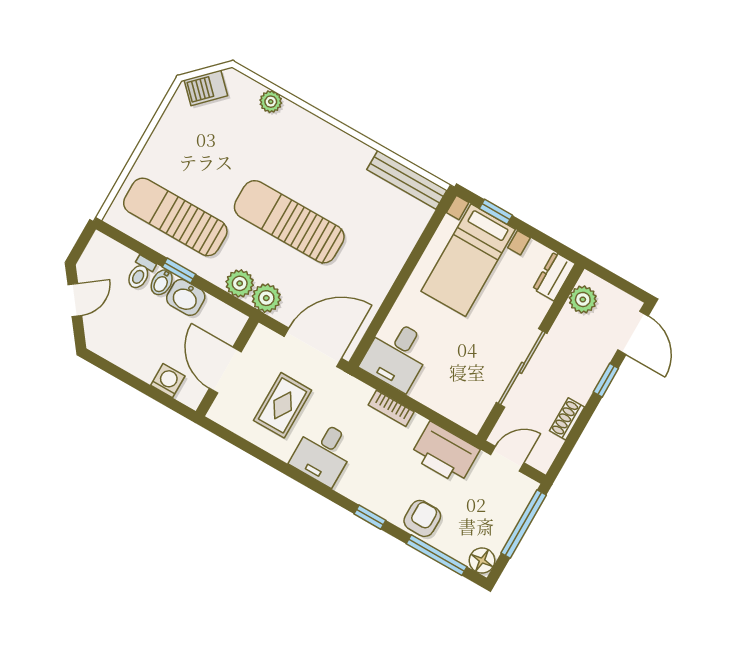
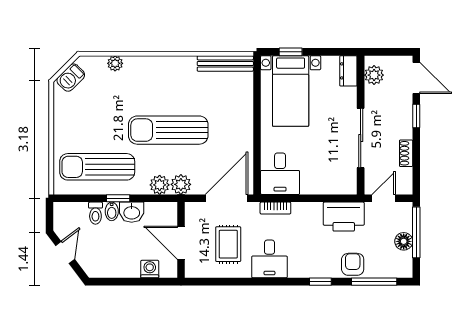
bookcase: (391, 408) -> (275, 208), moved
floor lamp: (482, 561) -> (404, 241), moved

